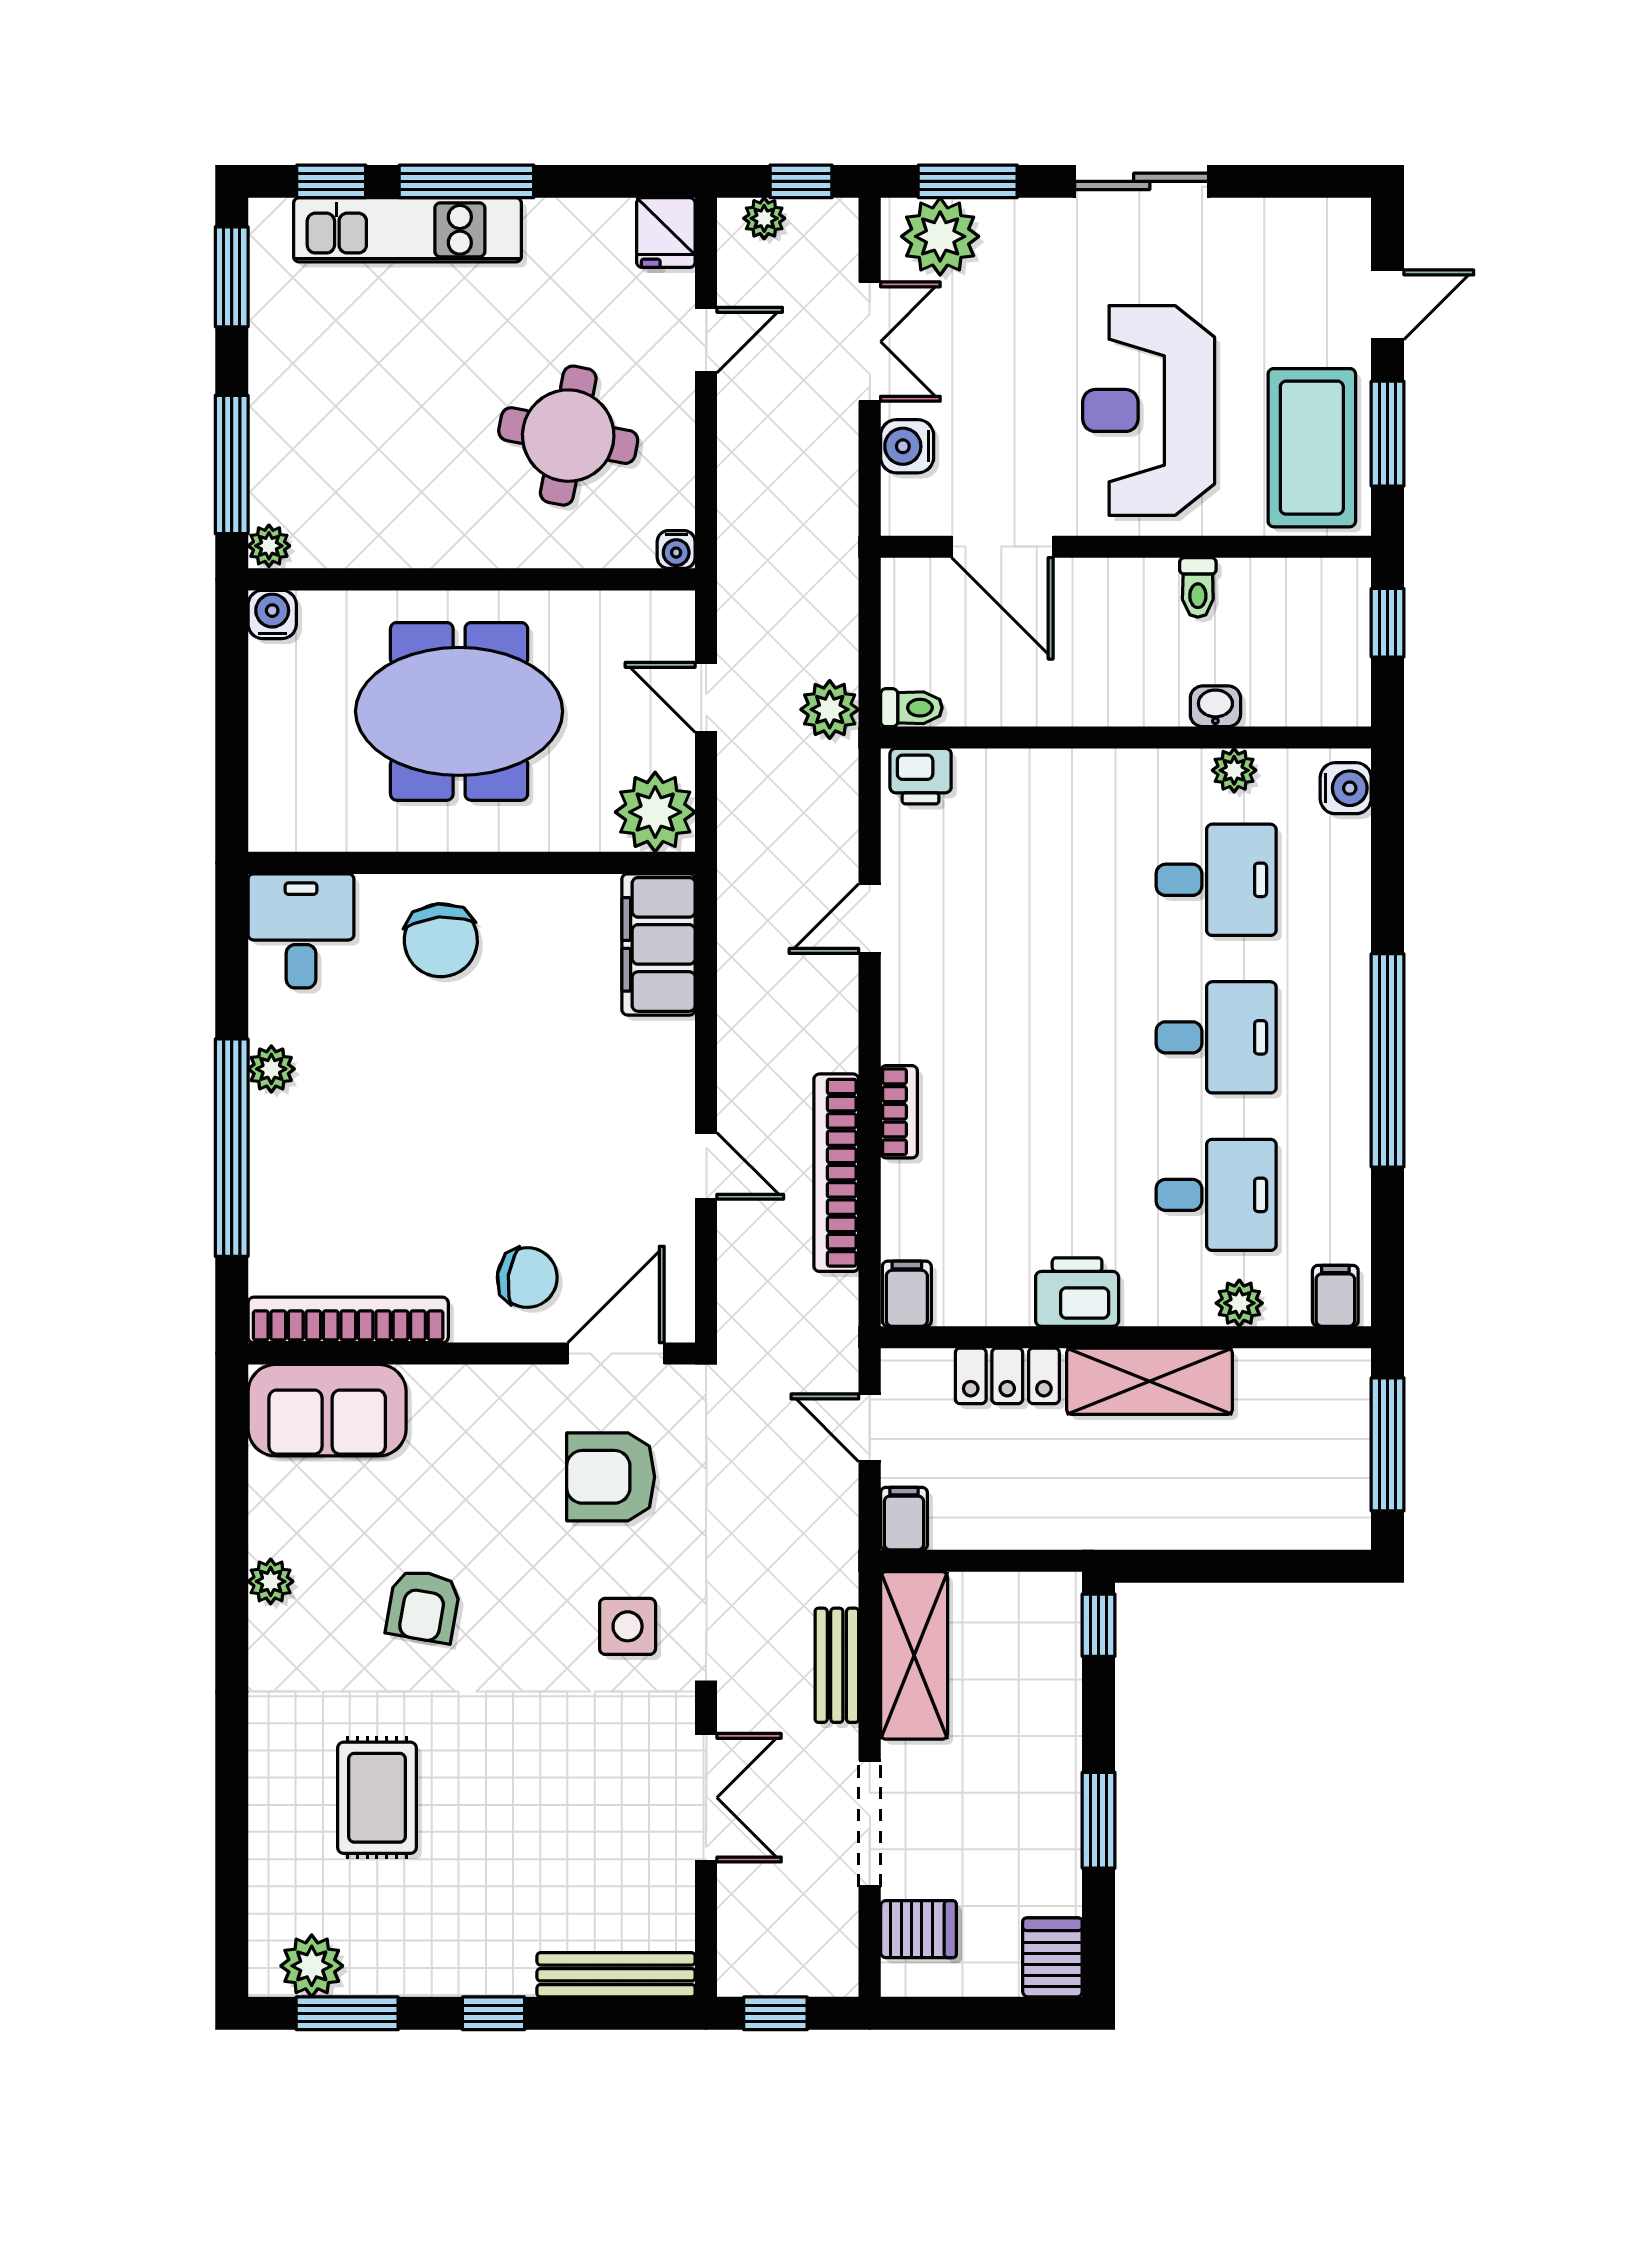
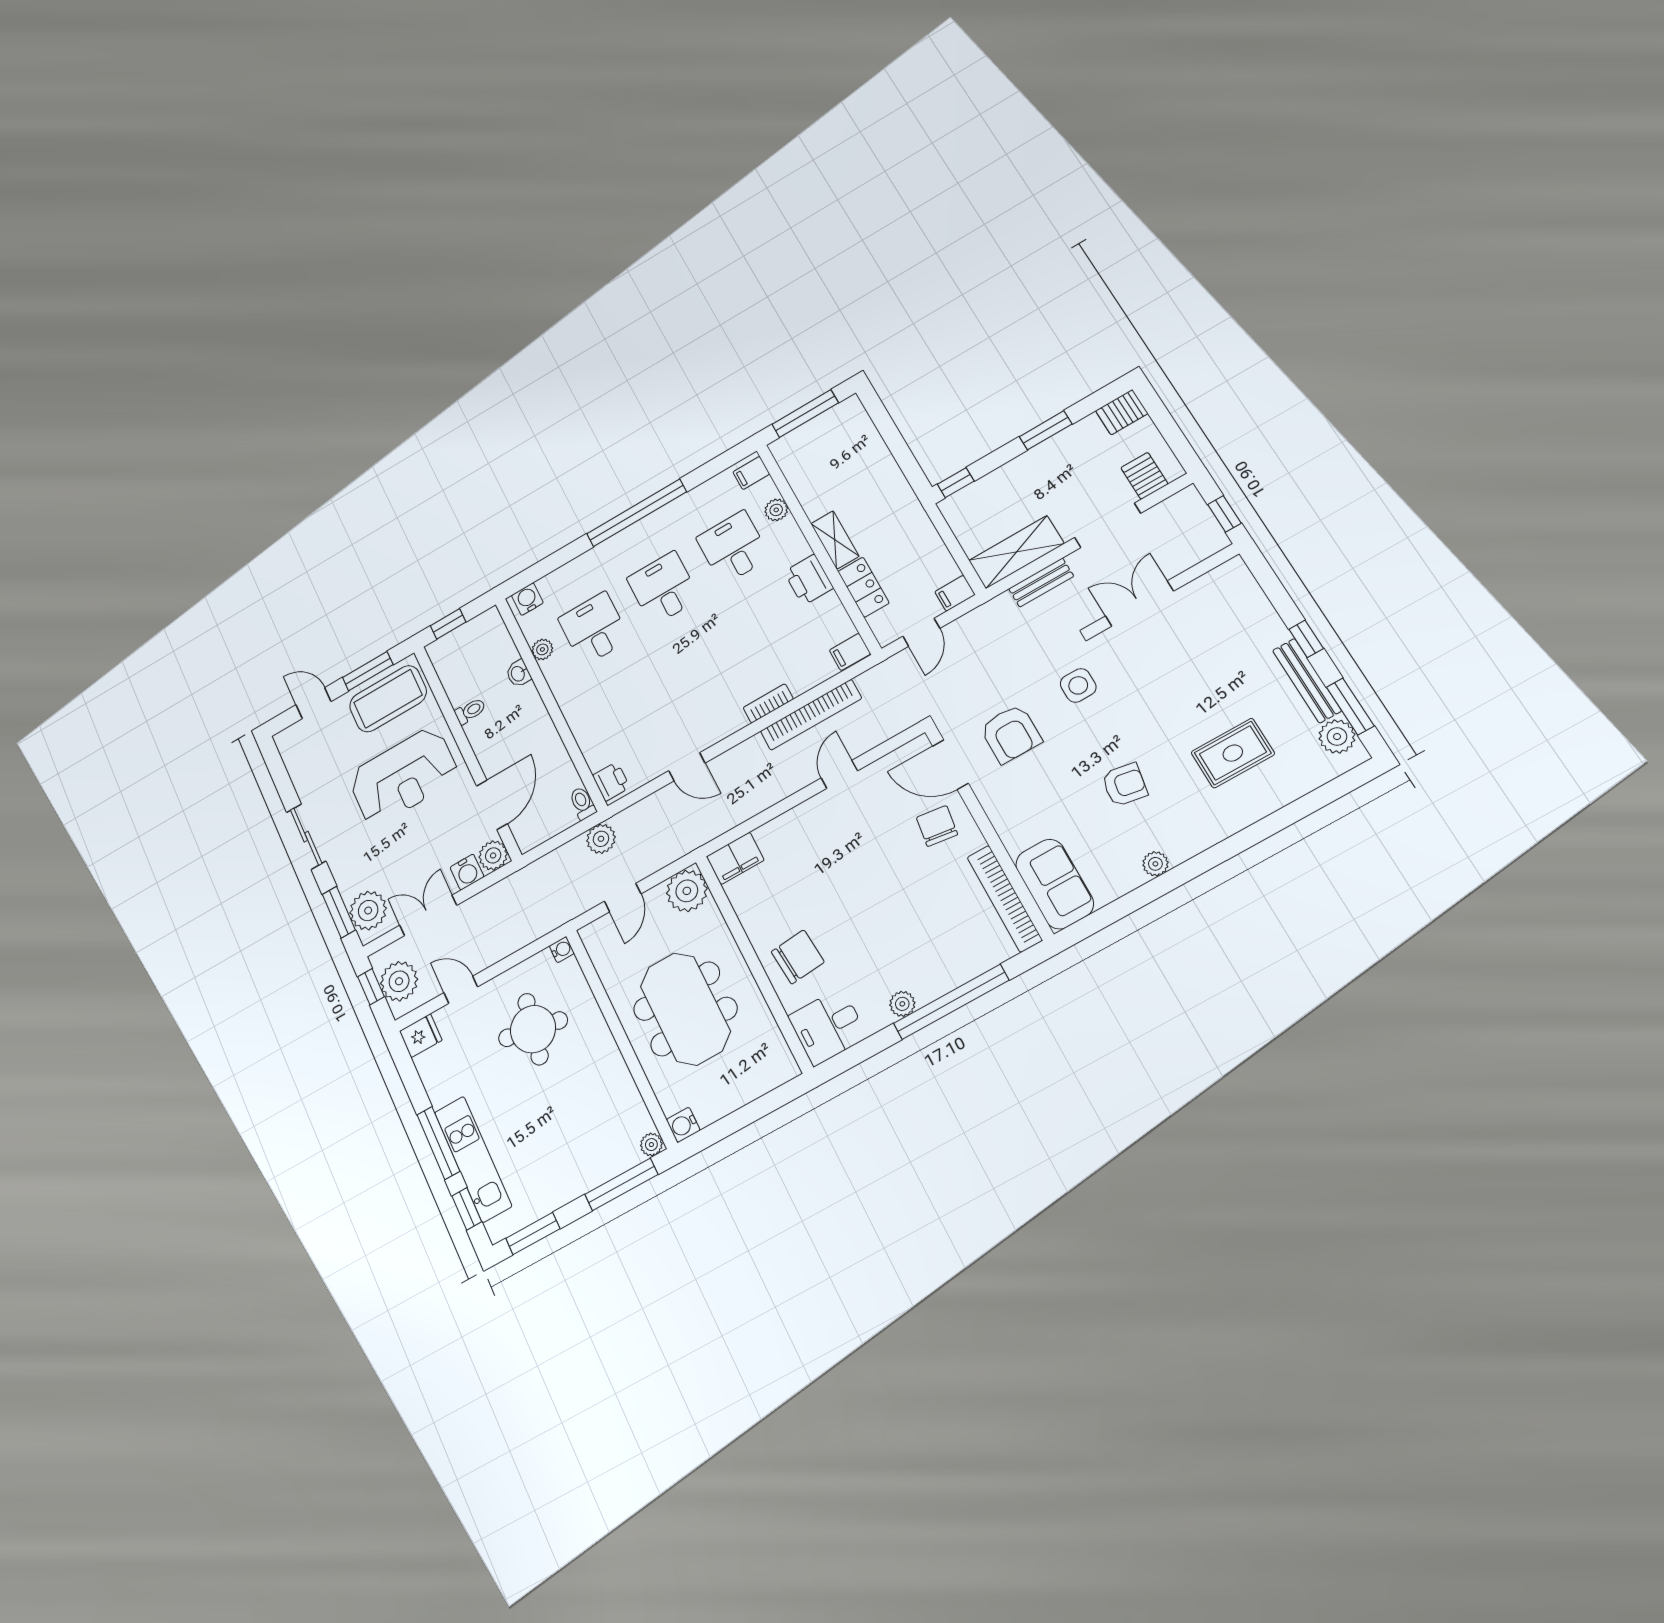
plant: (764, 218) -> (399, 981), width x1.88, depth x1.88
plant: (910, 506) -> (493, 855), added
filing cabinet: (659, 944) -> (735, 858), width x0.67, depth x0.86
shelving: (1150, 1381) -> (835, 540), width x0.67, depth x0.75
bench: (616, 1975) -> (1307, 681), moved

